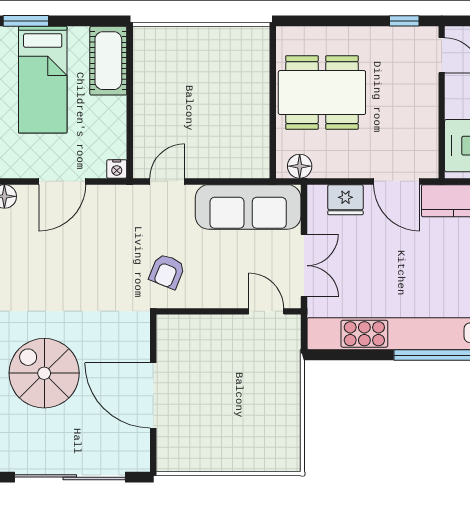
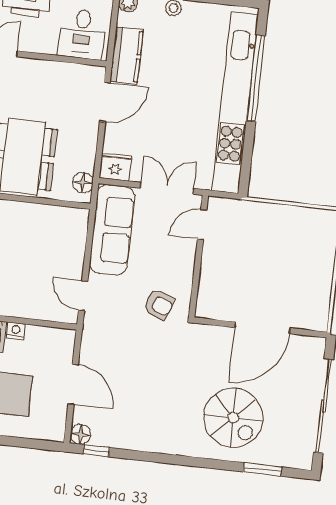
nightstand: (117, 169) -> (16, 331), moved, turned -90
fridge: (345, 200) -> (115, 167), moved, turned -90
spiral stairs: (44, 373) -> (233, 418), turned -90

